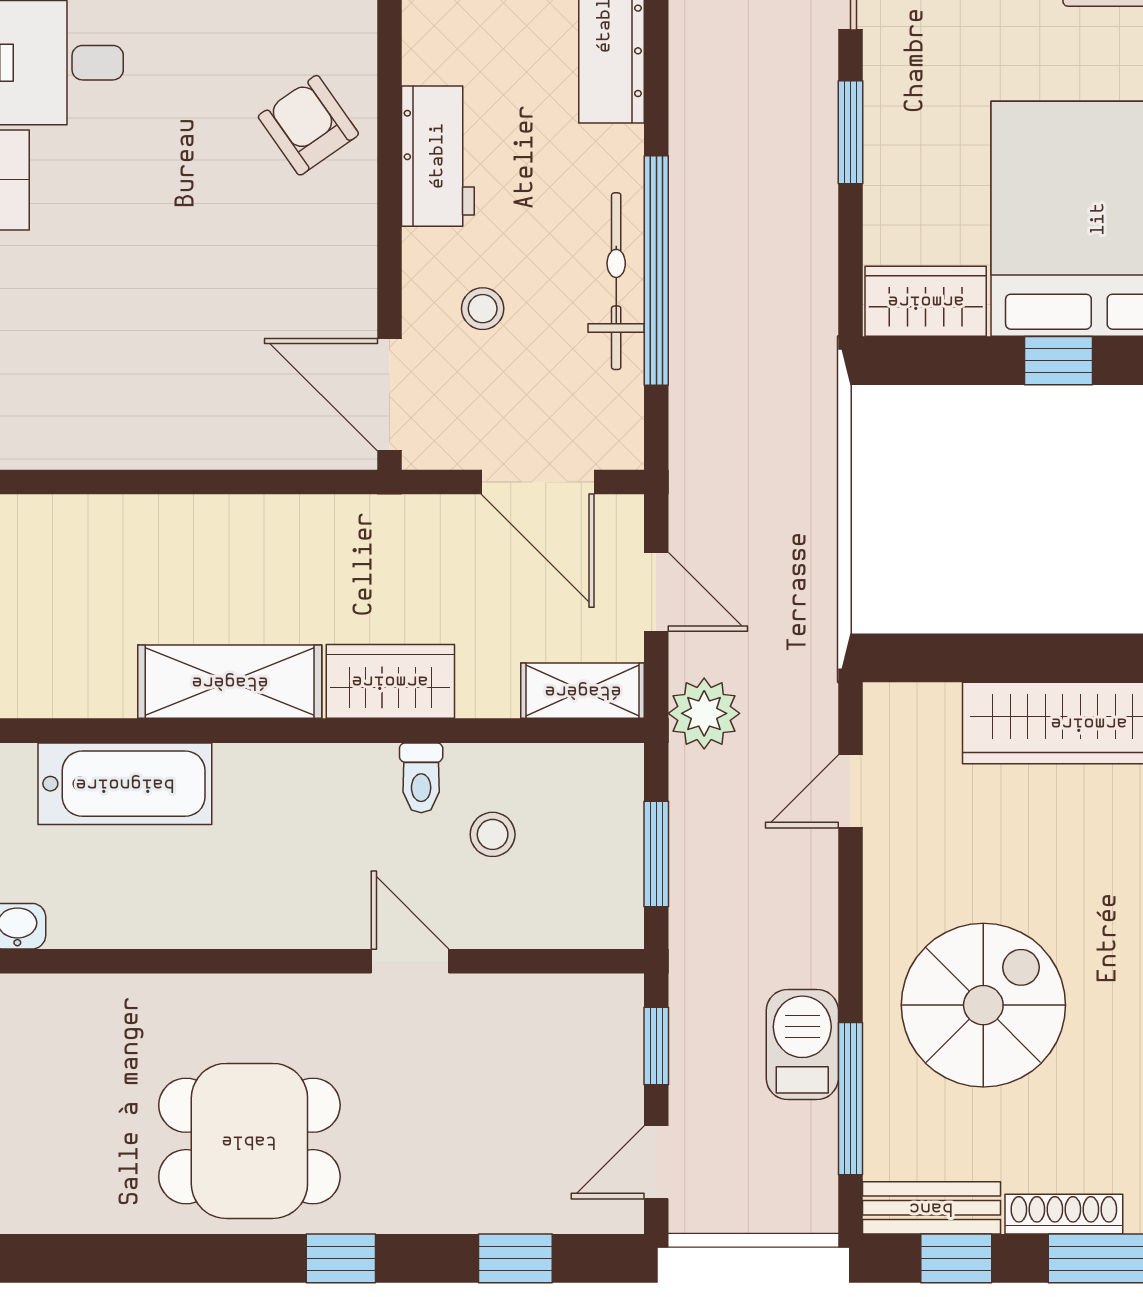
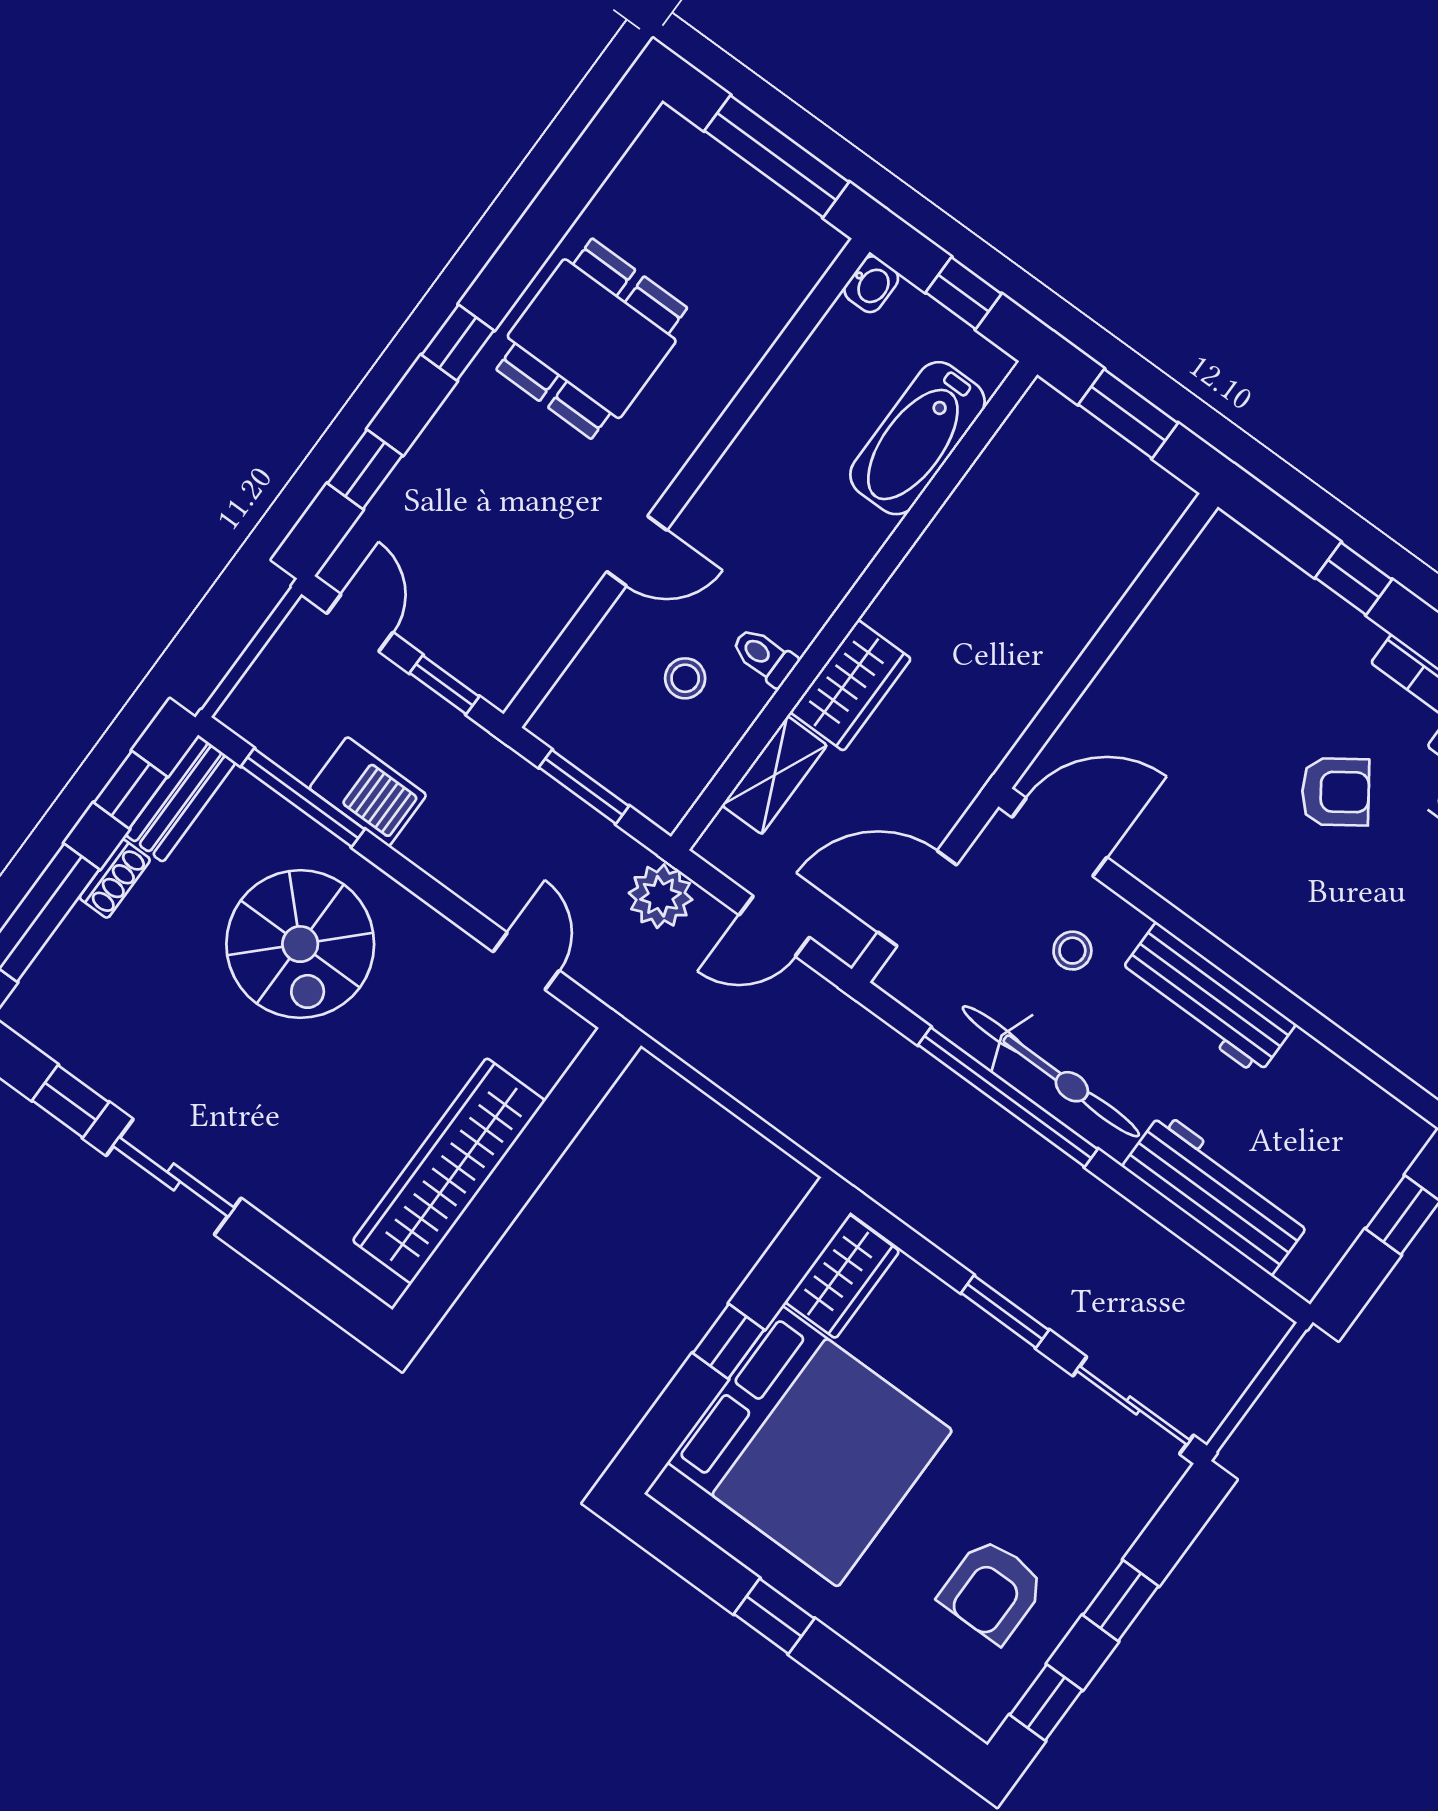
armchair: (308, 125) -> (1335, 792), moved
workbench: (438, 156) -> (1207, 999), width x1.38
bicycle: (616, 281) -> (1051, 1071), width x1.37, depth x1.40
shelving: (230, 682) -> (936, 568), removed
shelving: (583, 691) -> (774, 775), moved
shoe rack: (1064, 1214) -> (115, 879), width x0.70

